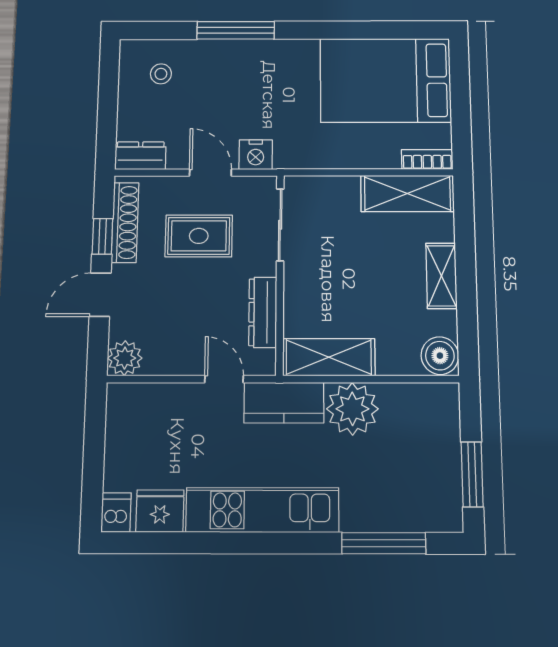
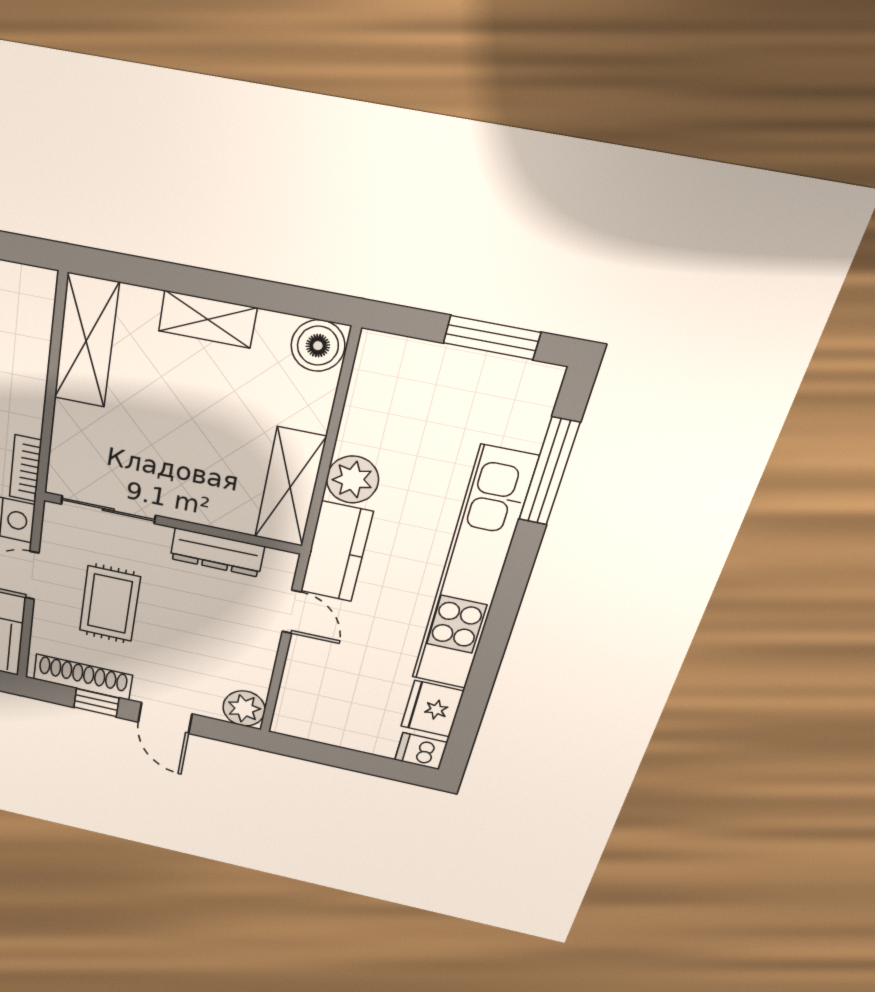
bookcase: (427, 159) -> (25, 468), moved
door: (224, 379) -> (292, 612), swing flipped
plant: (352, 409) -> (352, 480), width x0.73, depth x0.73
kitchen unit: (262, 510) -> (473, 572), width x1.36

